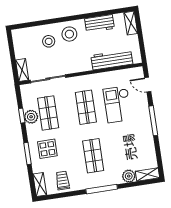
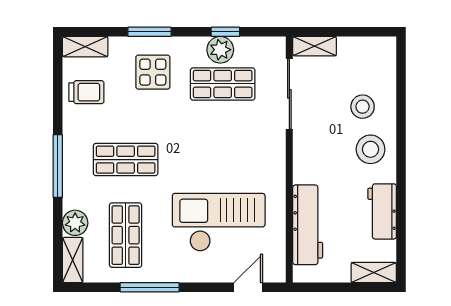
checkout: (117, 104) -> (219, 222), width x1.36, depth x1.21
shop shelf: (86, 107) -> (126, 235), moved, turned 90
window: (153, 121) -> (150, 287), moved

